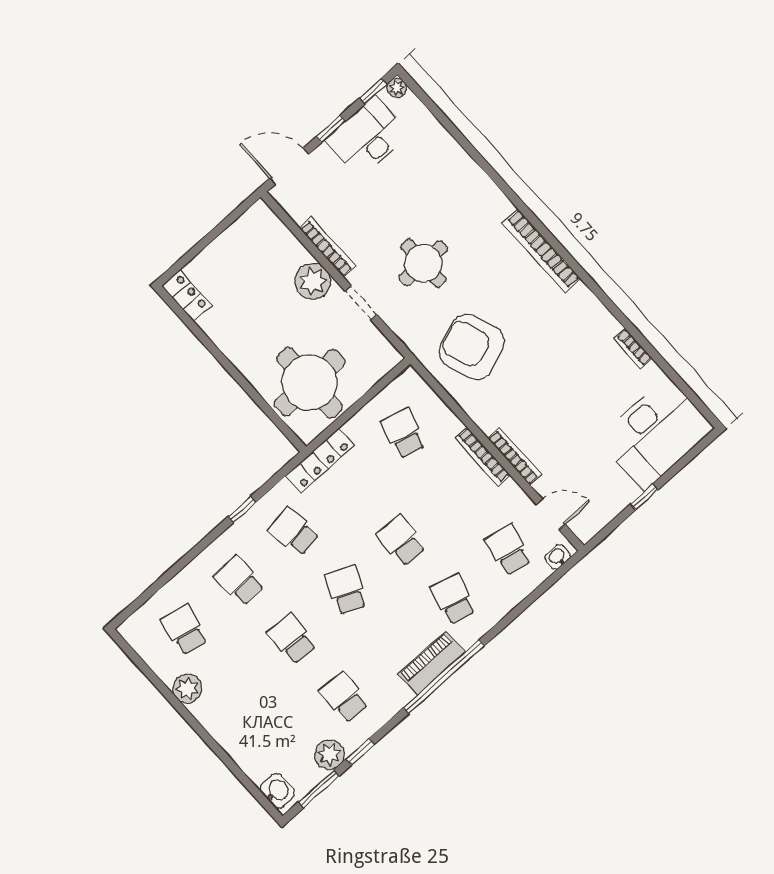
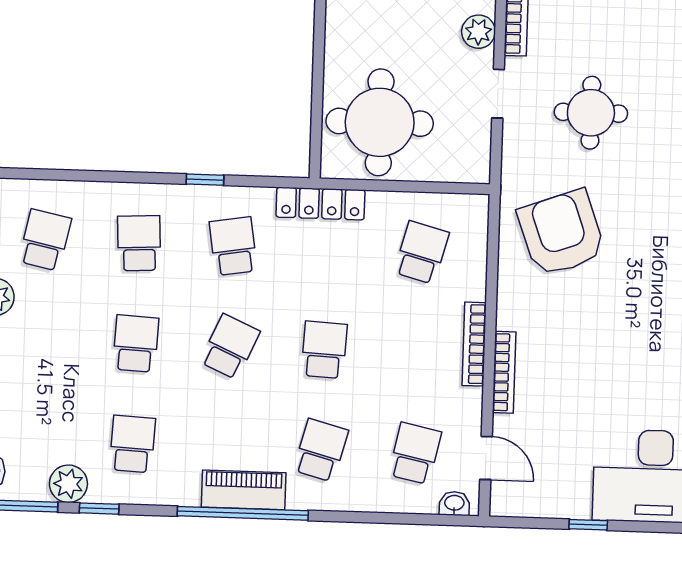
plant: (313, 281) -> (478, 32), width x0.73, depth x0.73

